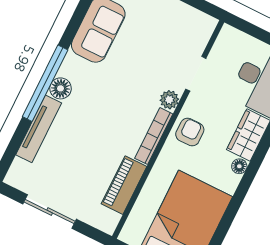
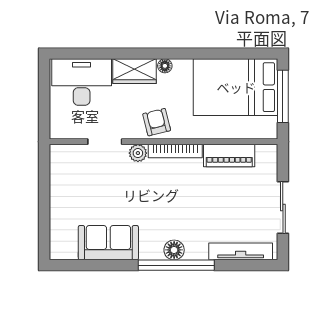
tv unit: (39, 129) -> (241, 251), moved
armchair: (190, 132) -> (157, 122), turned 76

